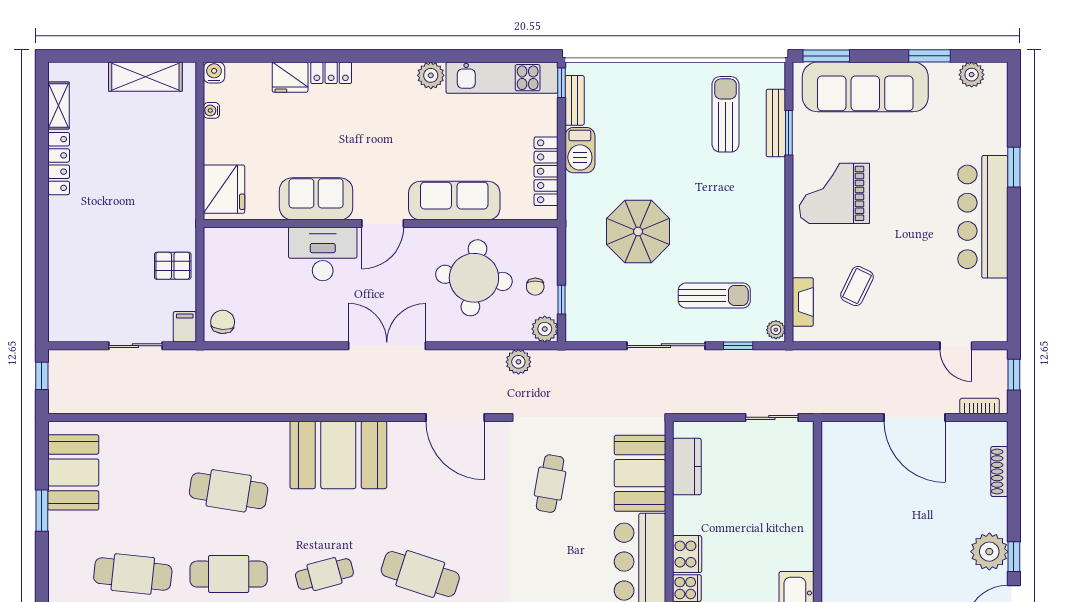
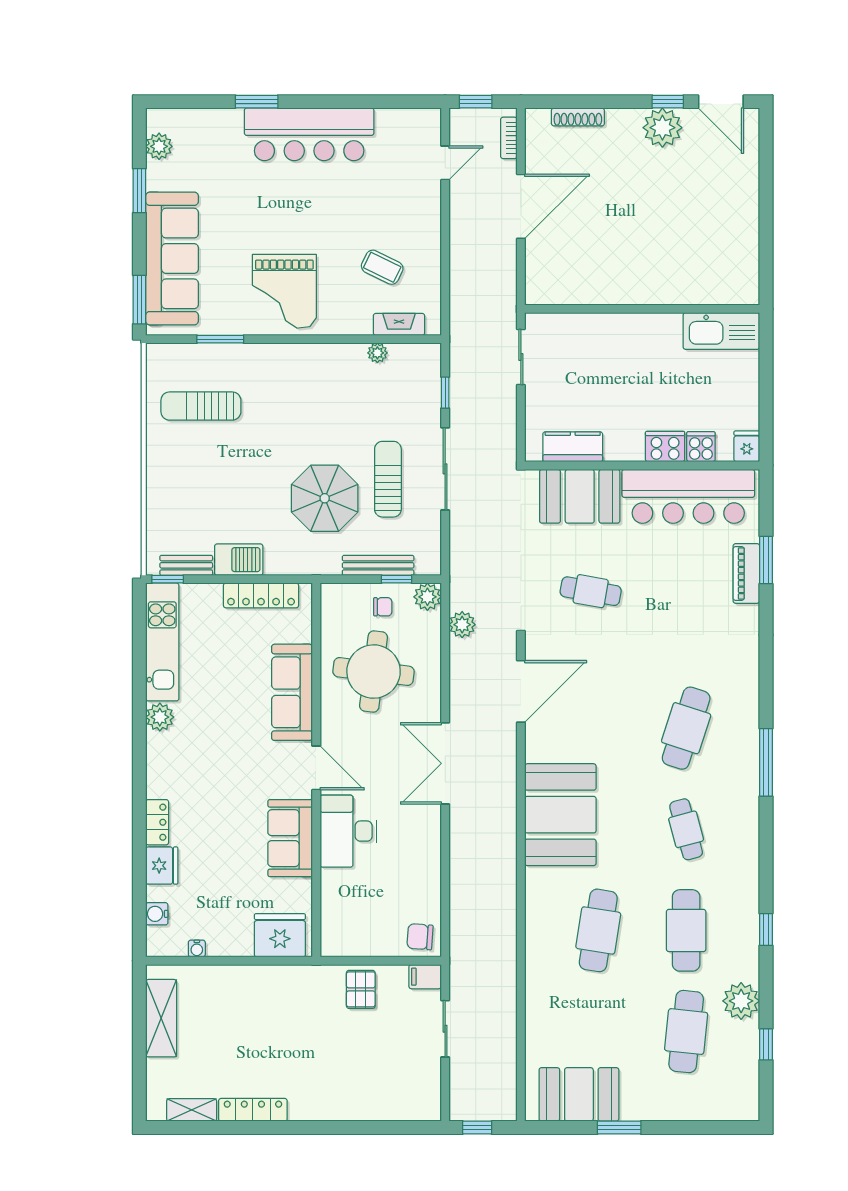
water cooler: (214, 73) -> (157, 914), moved
bench: (776, 123) -> (378, 565), moved
sun lounger: (714, 295) -> (388, 479), moved
plant: (776, 330) -> (377, 353), moved

